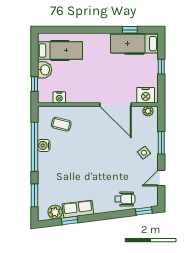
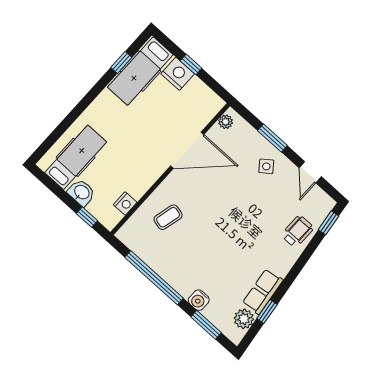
nightstand: (146, 95) -> (178, 74), moved, turned -90
coffee table: (61, 124) -> (168, 217), moved
water cooler: (44, 145) -> (199, 300), moved

